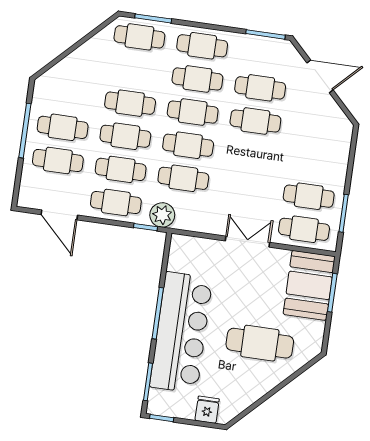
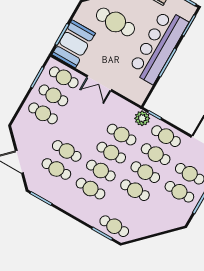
cafe table: (202, 46) -> (43, 113), moved

